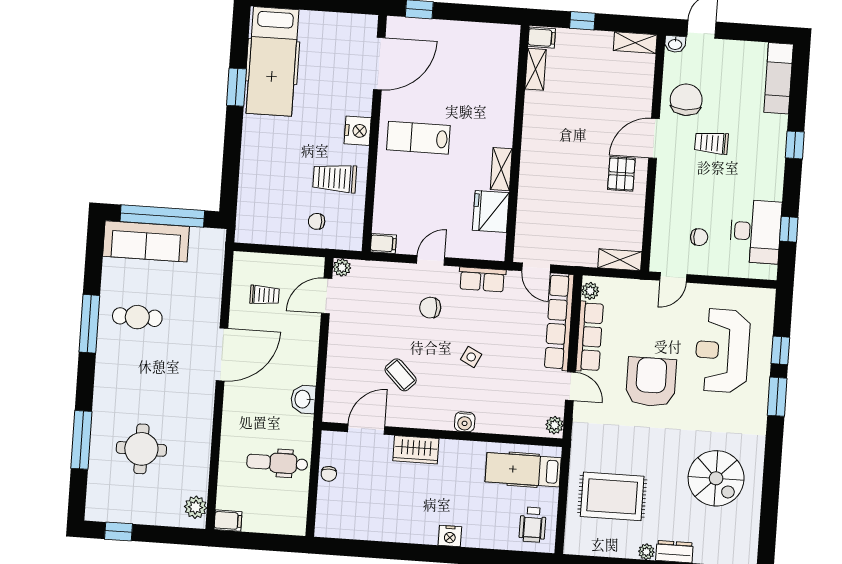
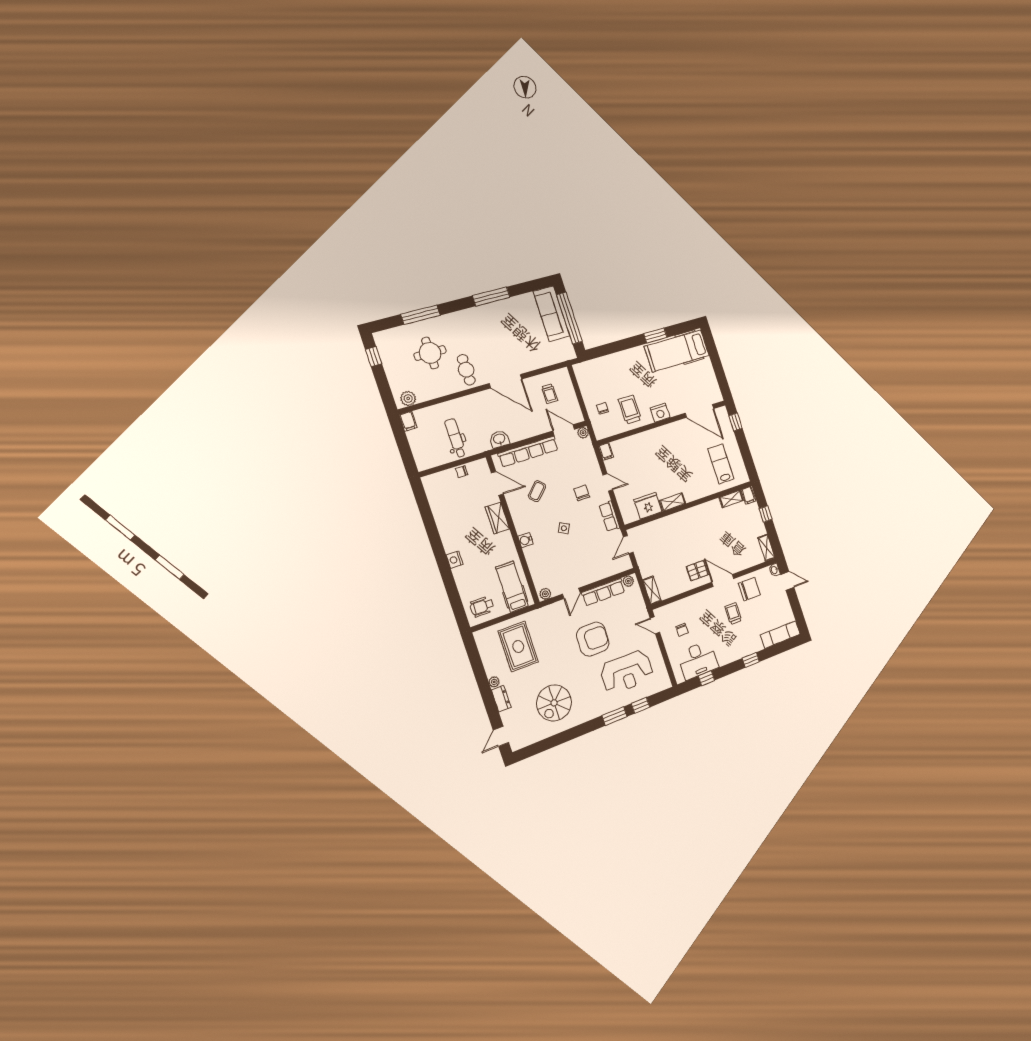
lab bench: (418, 138) -> (721, 464), moved
cafe table: (137, 317) -> (466, 370), moved
row of seats: (559, 322) -> (528, 451), moved, turned 180
reception desk: (722, 351) -> (627, 672), turned 180

